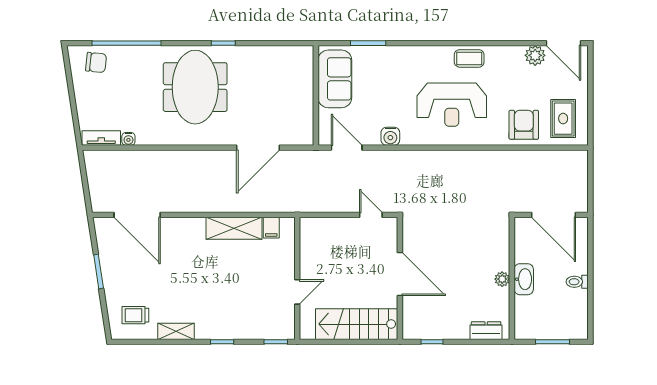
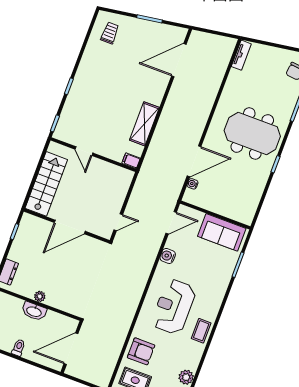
water cooler: (128, 139) -> (193, 184), moved
door: (258, 148) -> (194, 161), swing flipped
filing cabinet: (271, 228) -> (131, 161), moved
shelving: (176, 331) -> (88, 57), removed

